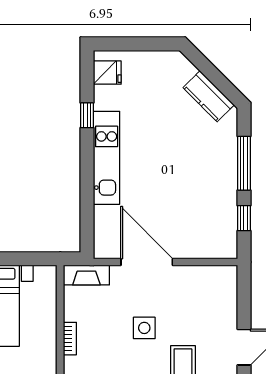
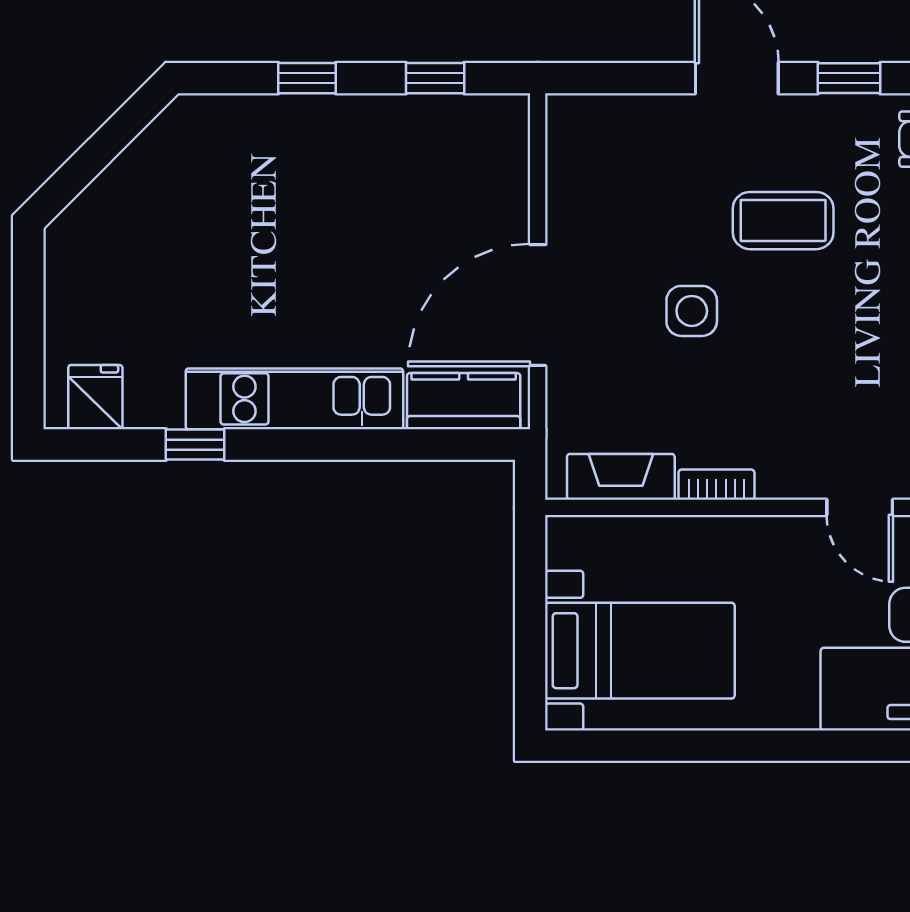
kitchen counter: (209, 96) -> (464, 401), moved, turned -135
window: (244, 163) -> (307, 78), width x0.46
fireplace: (86, 275) -> (621, 477), moved, turned -90

